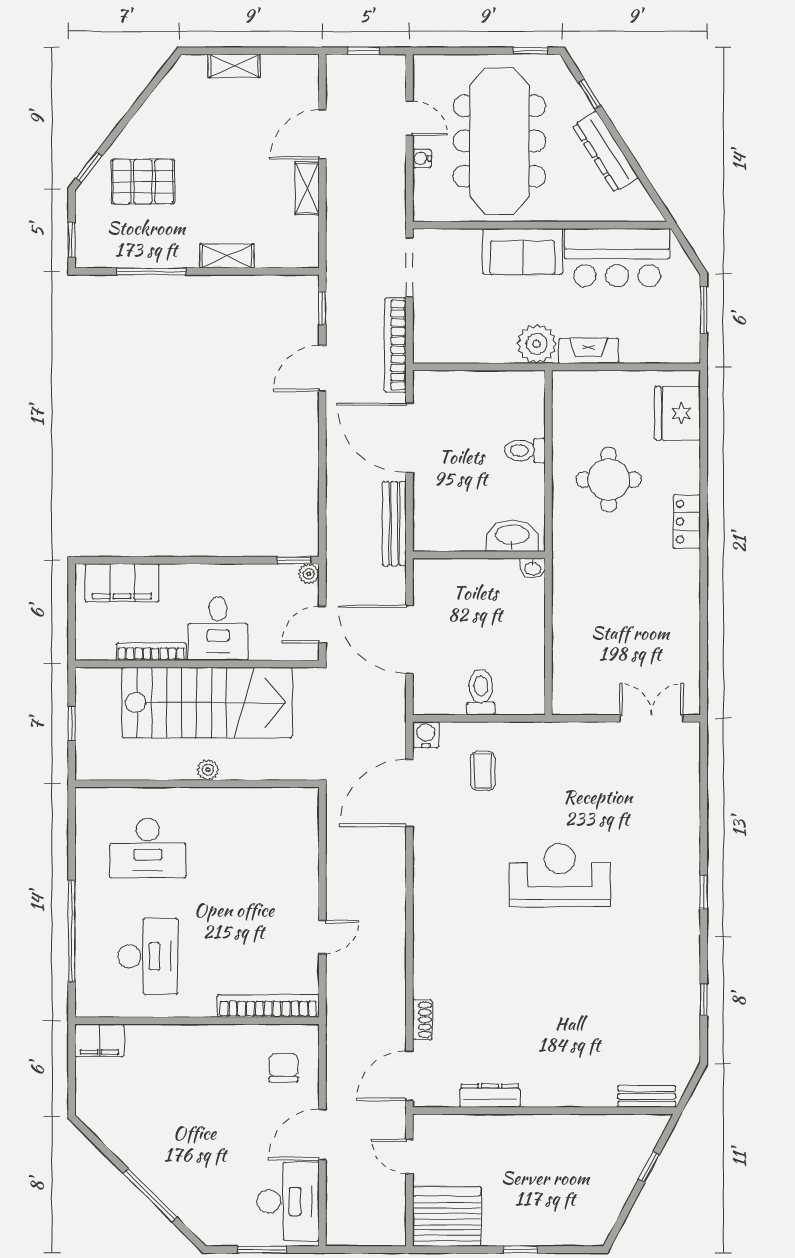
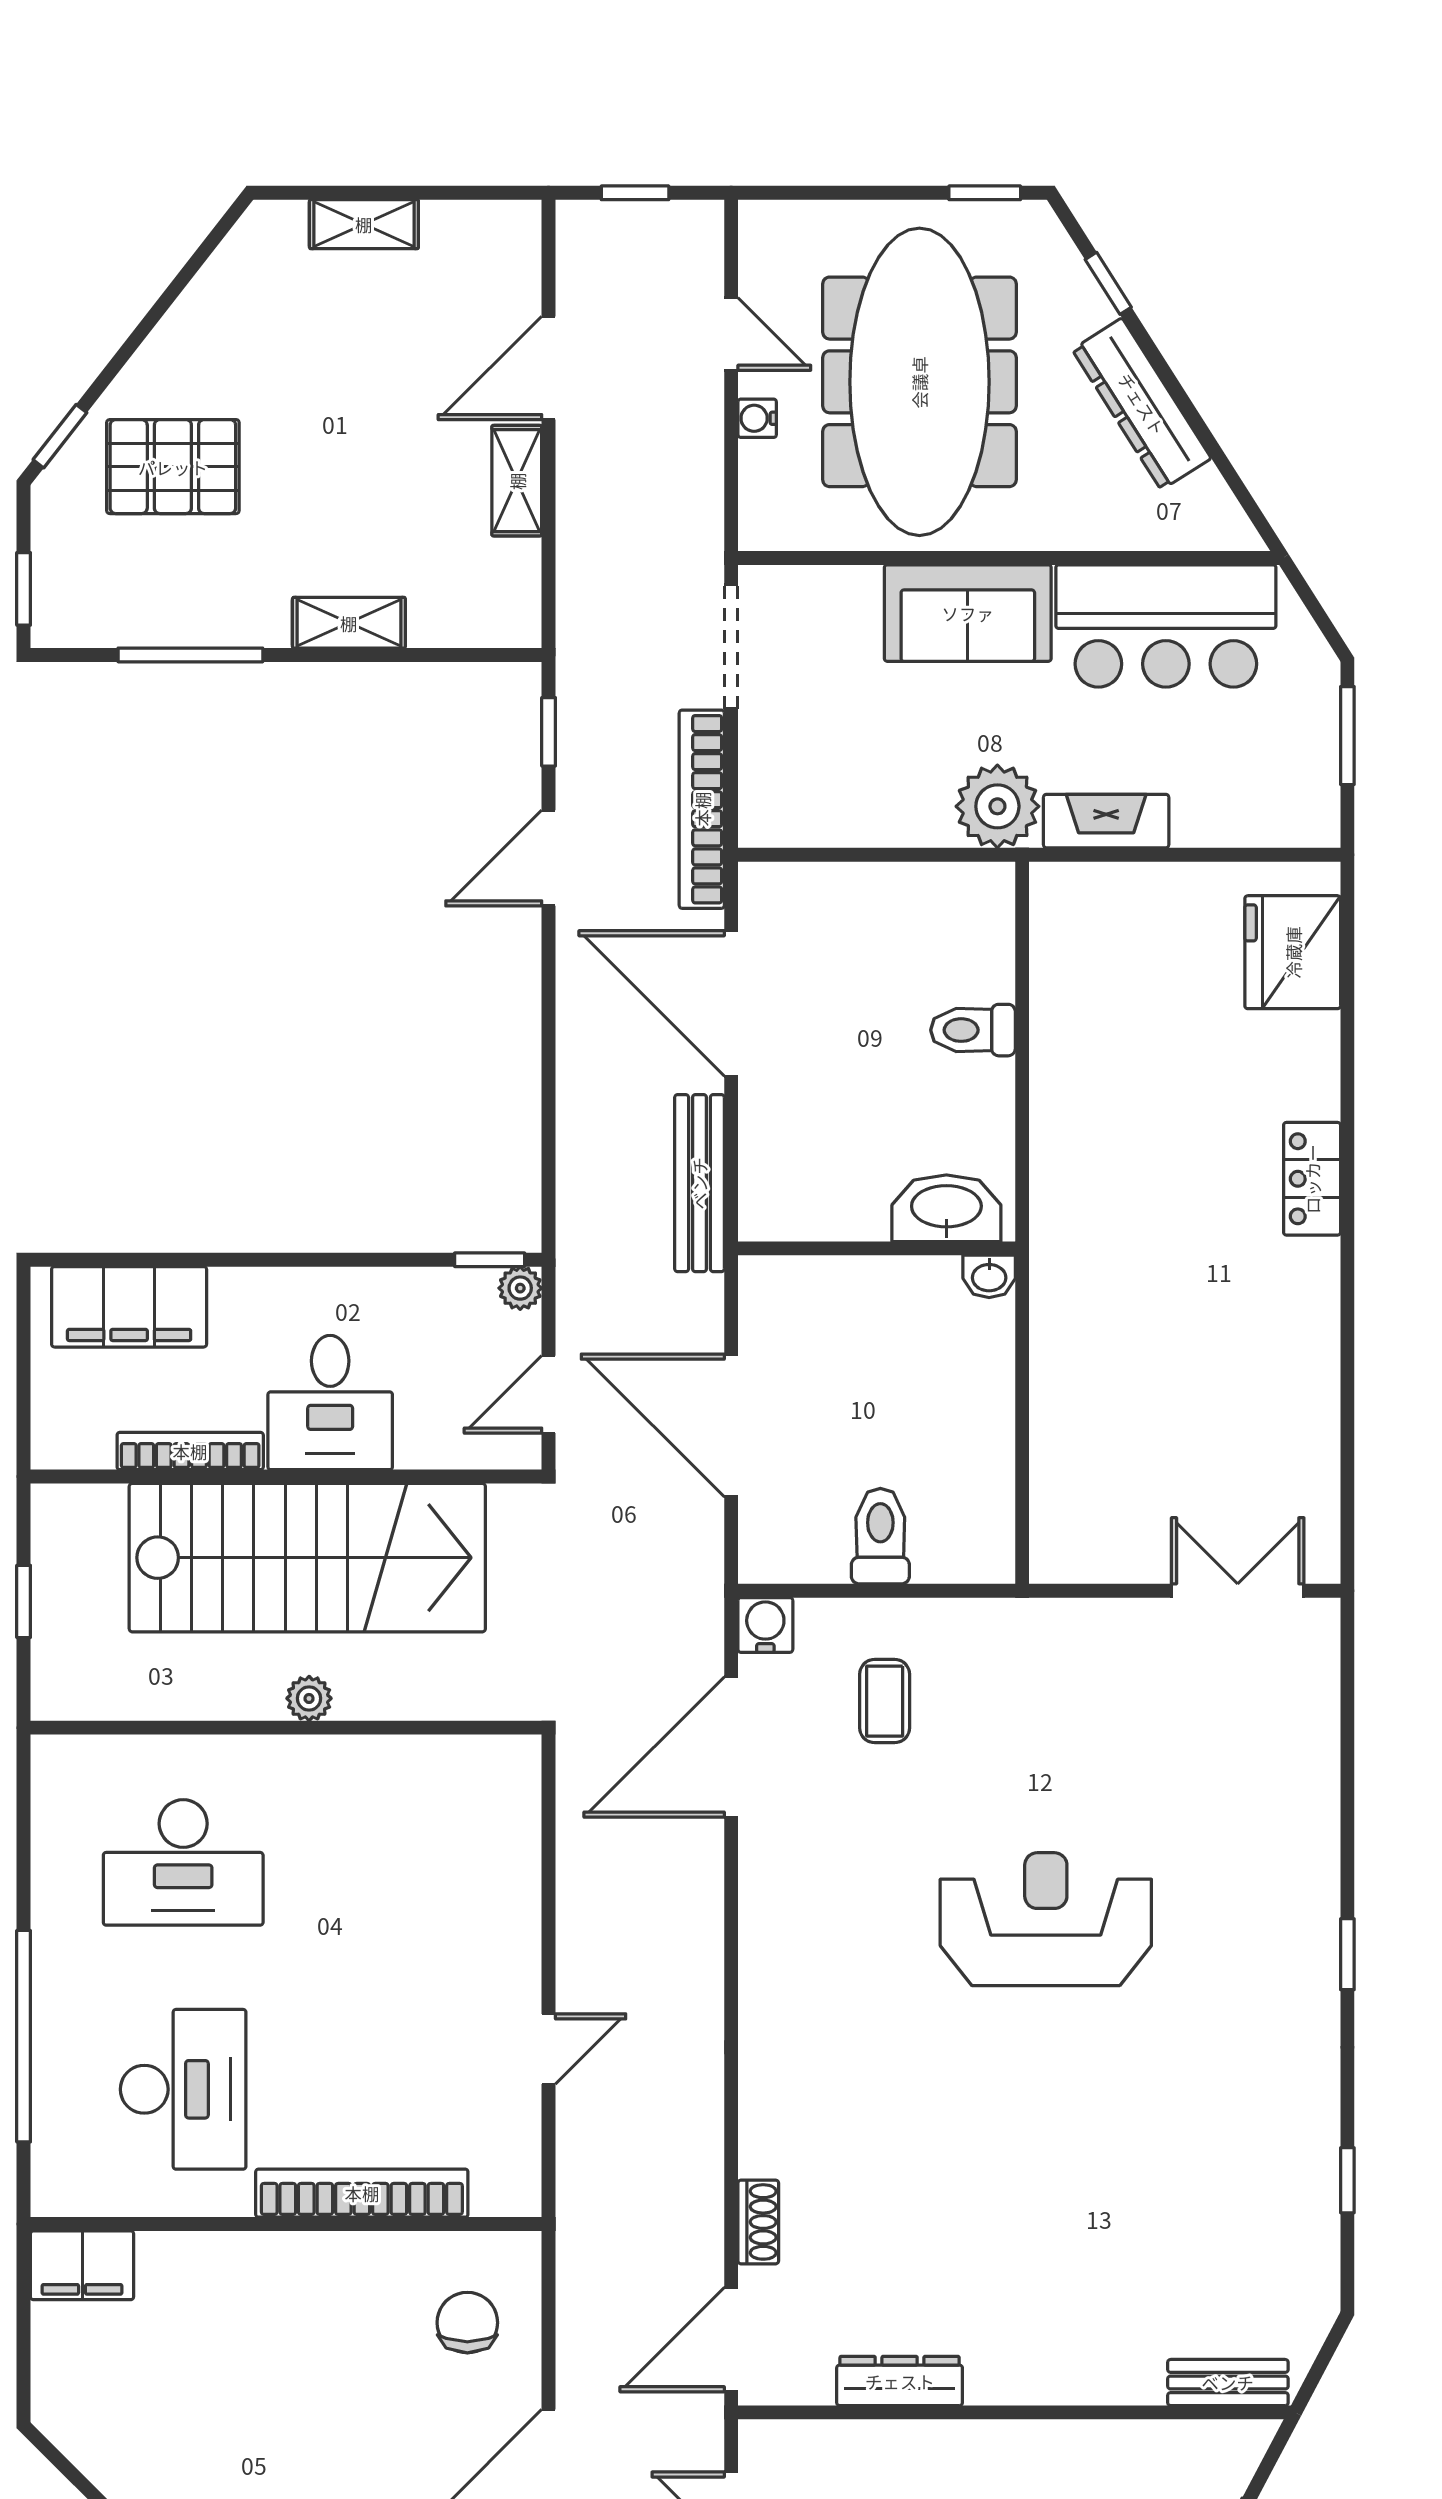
round table: (609, 480) -> (1148, 1091), removed
bookcase: (268, 1006) -> (362, 2193), moved

